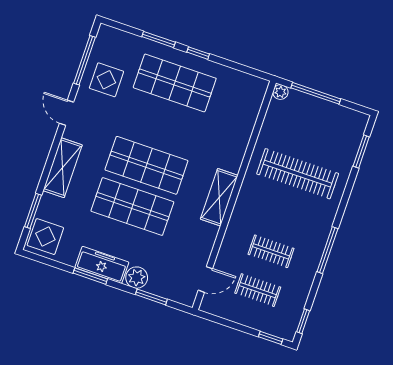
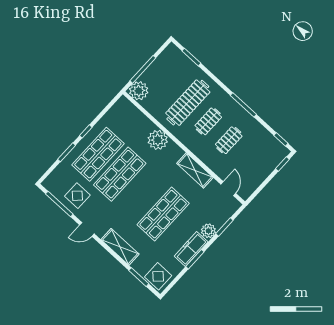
plant: (280, 92) -> (139, 91), width x1.88, depth x1.88
plant: (229, 155) -> (158, 140), added
shop shelf: (146, 165) -> (120, 174), moved
shelving: (219, 197) -> (195, 170), moved
clothes rail: (258, 290) -> (208, 121), moved

